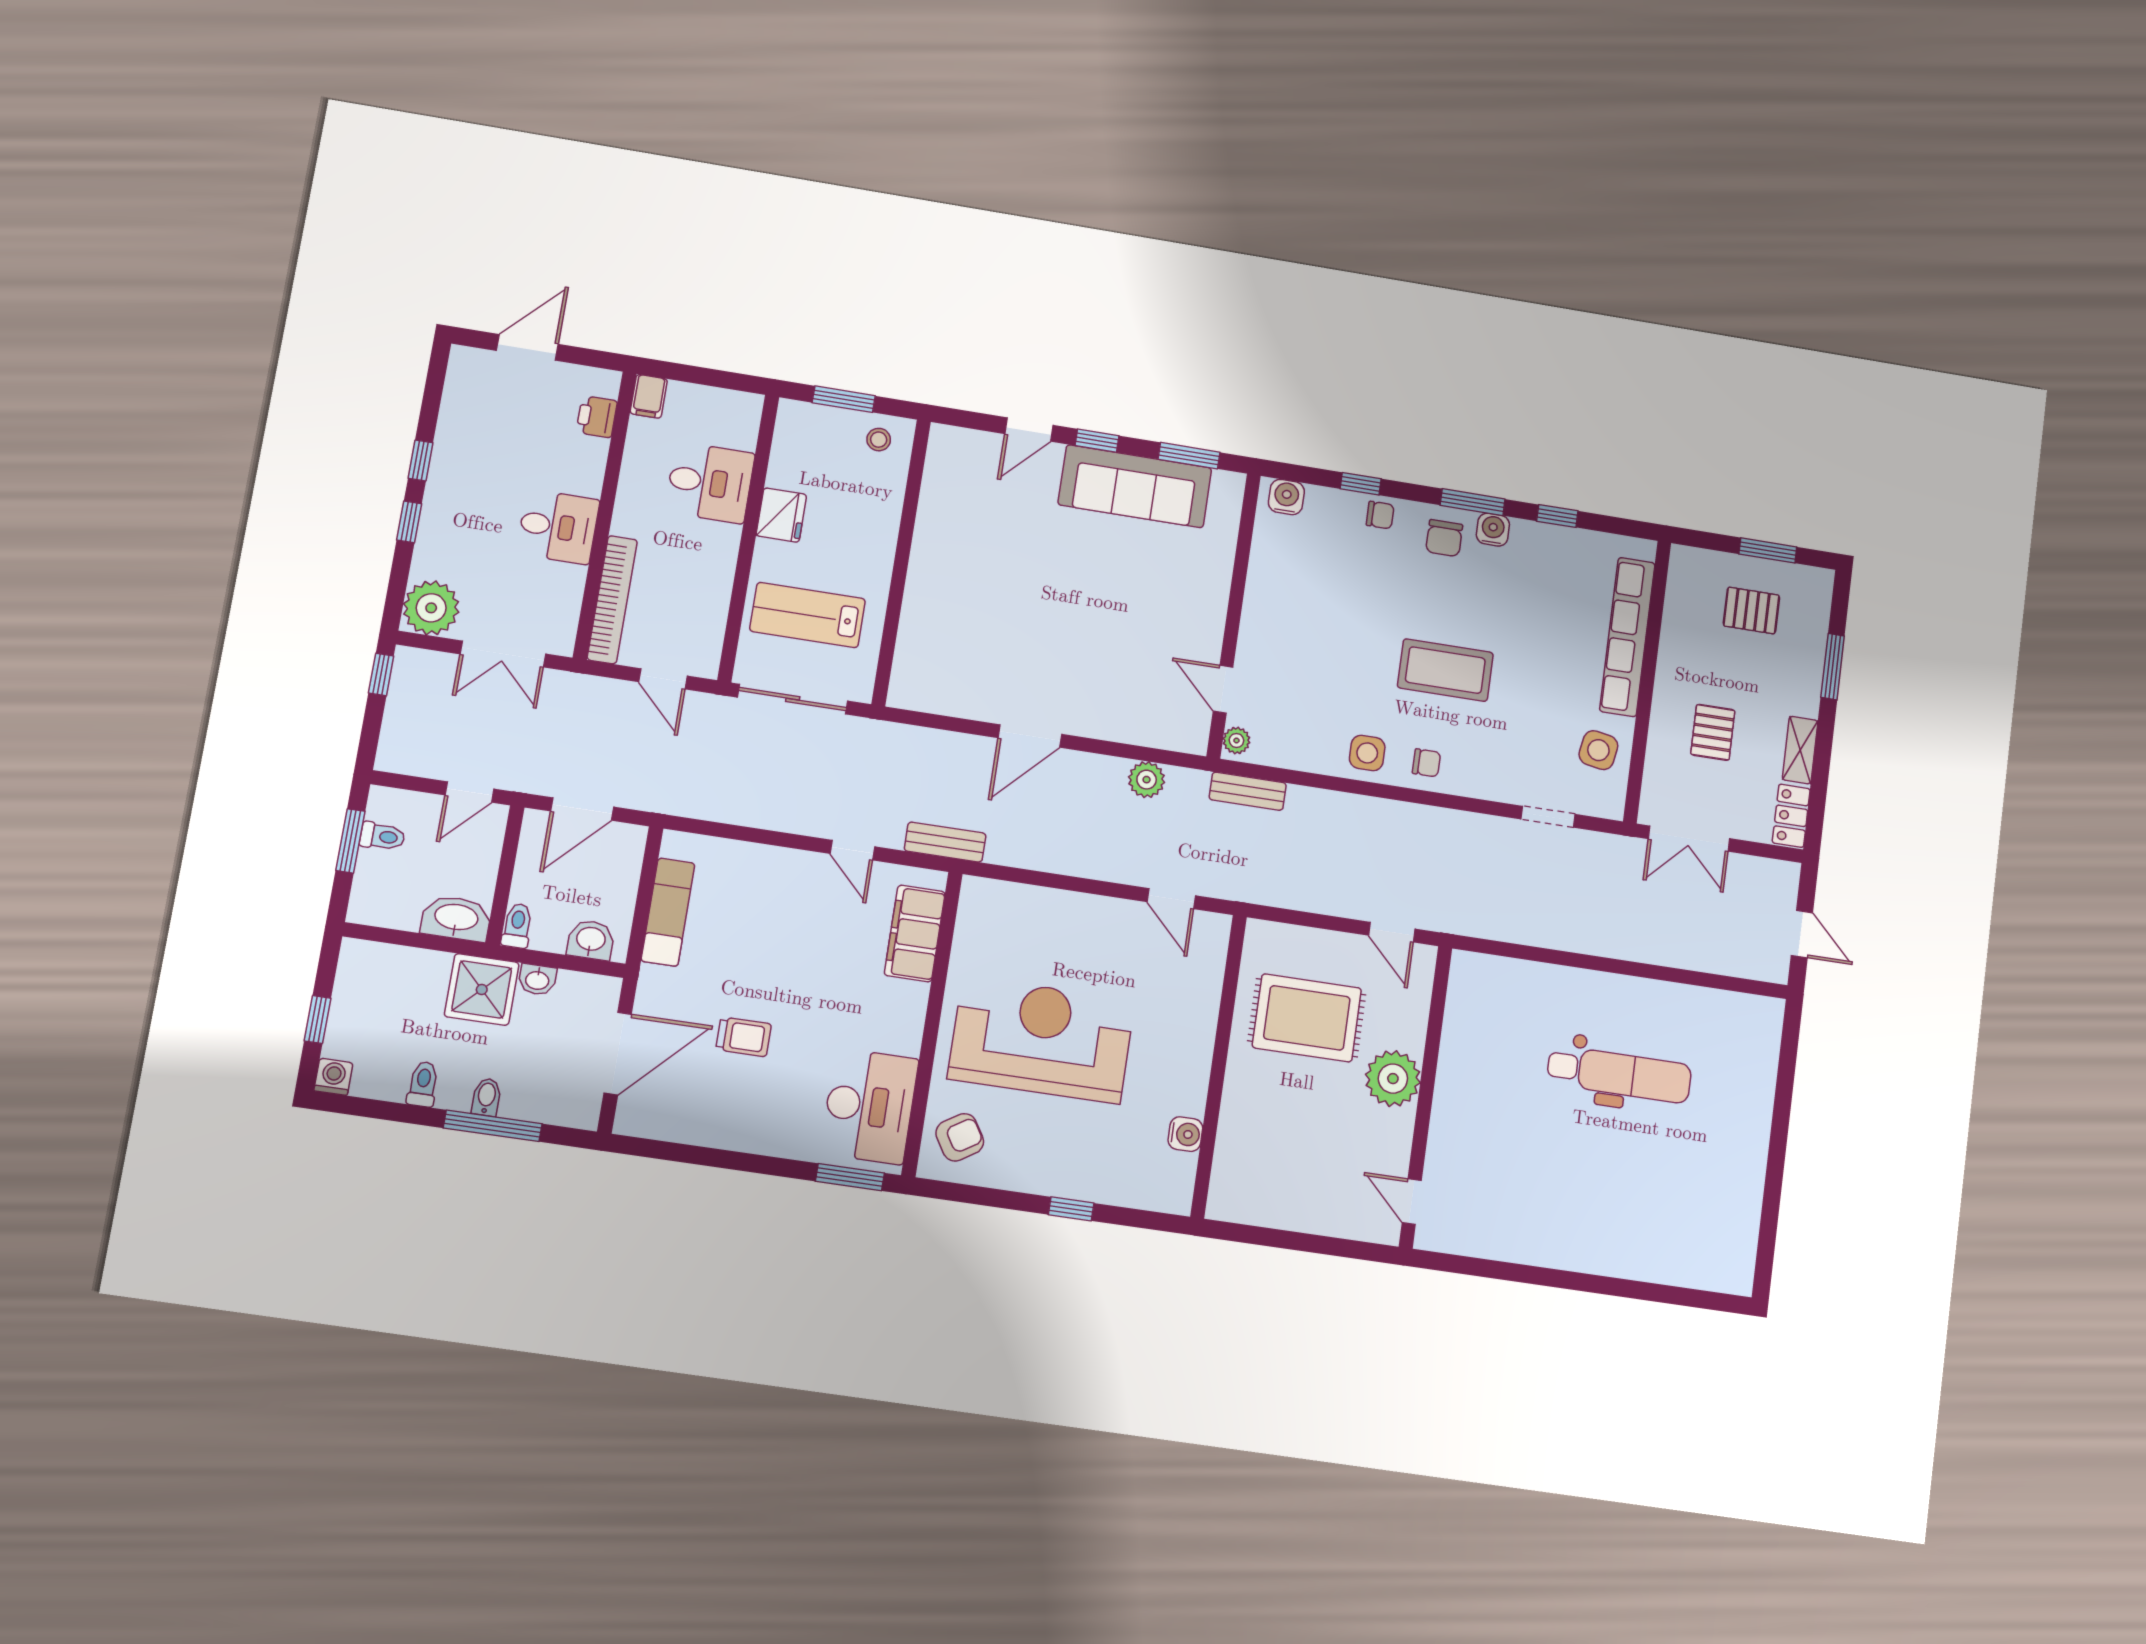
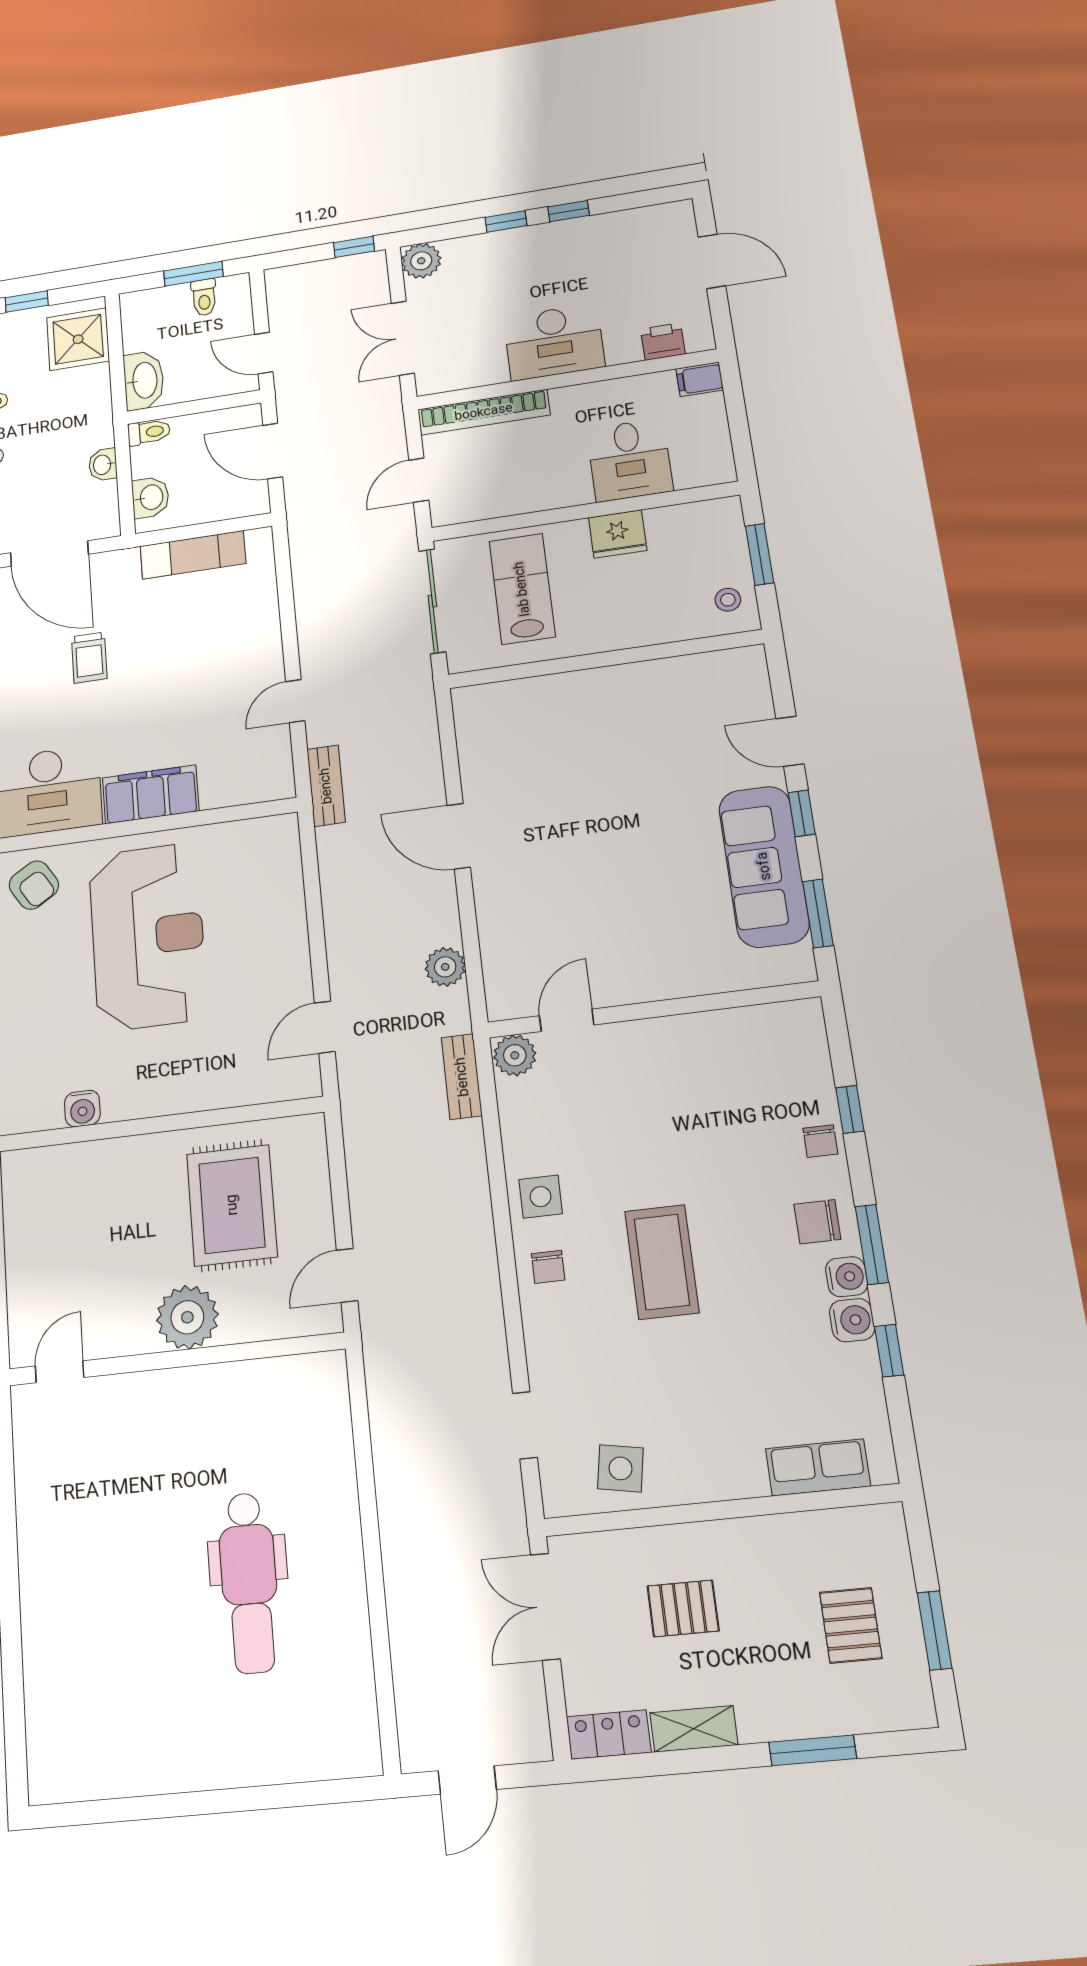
water cooler: (1286, 497) -> (852, 1320), moved
desk: (558, 527) -> (554, 342), width x1.37
plant: (431, 608) -> (421, 261), width x0.73, depth x0.73
row of seats: (1627, 637) -> (818, 1467), width x0.50
plant: (1236, 740) -> (515, 1055), width x1.38, depth x1.38
filing cabinet: (915, 933) -> (151, 794), moved
shower: (482, 990) -> (78, 339), moved

